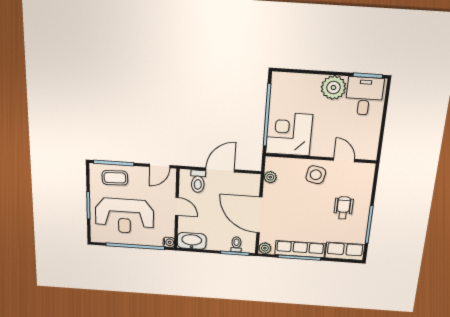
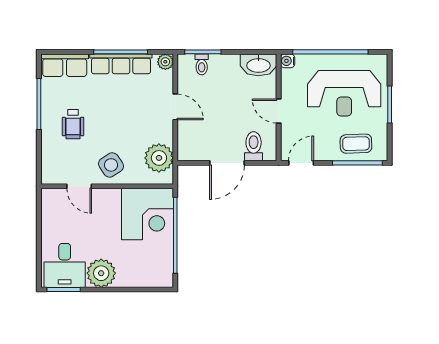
side table: (316, 175) -> (111, 165), turned 45
plant: (270, 177) -> (159, 158), width x1.88, depth x1.88
door: (259, 215) -> (175, 107), width x0.53
reception desk: (124, 216) -> (344, 93), turned 180

